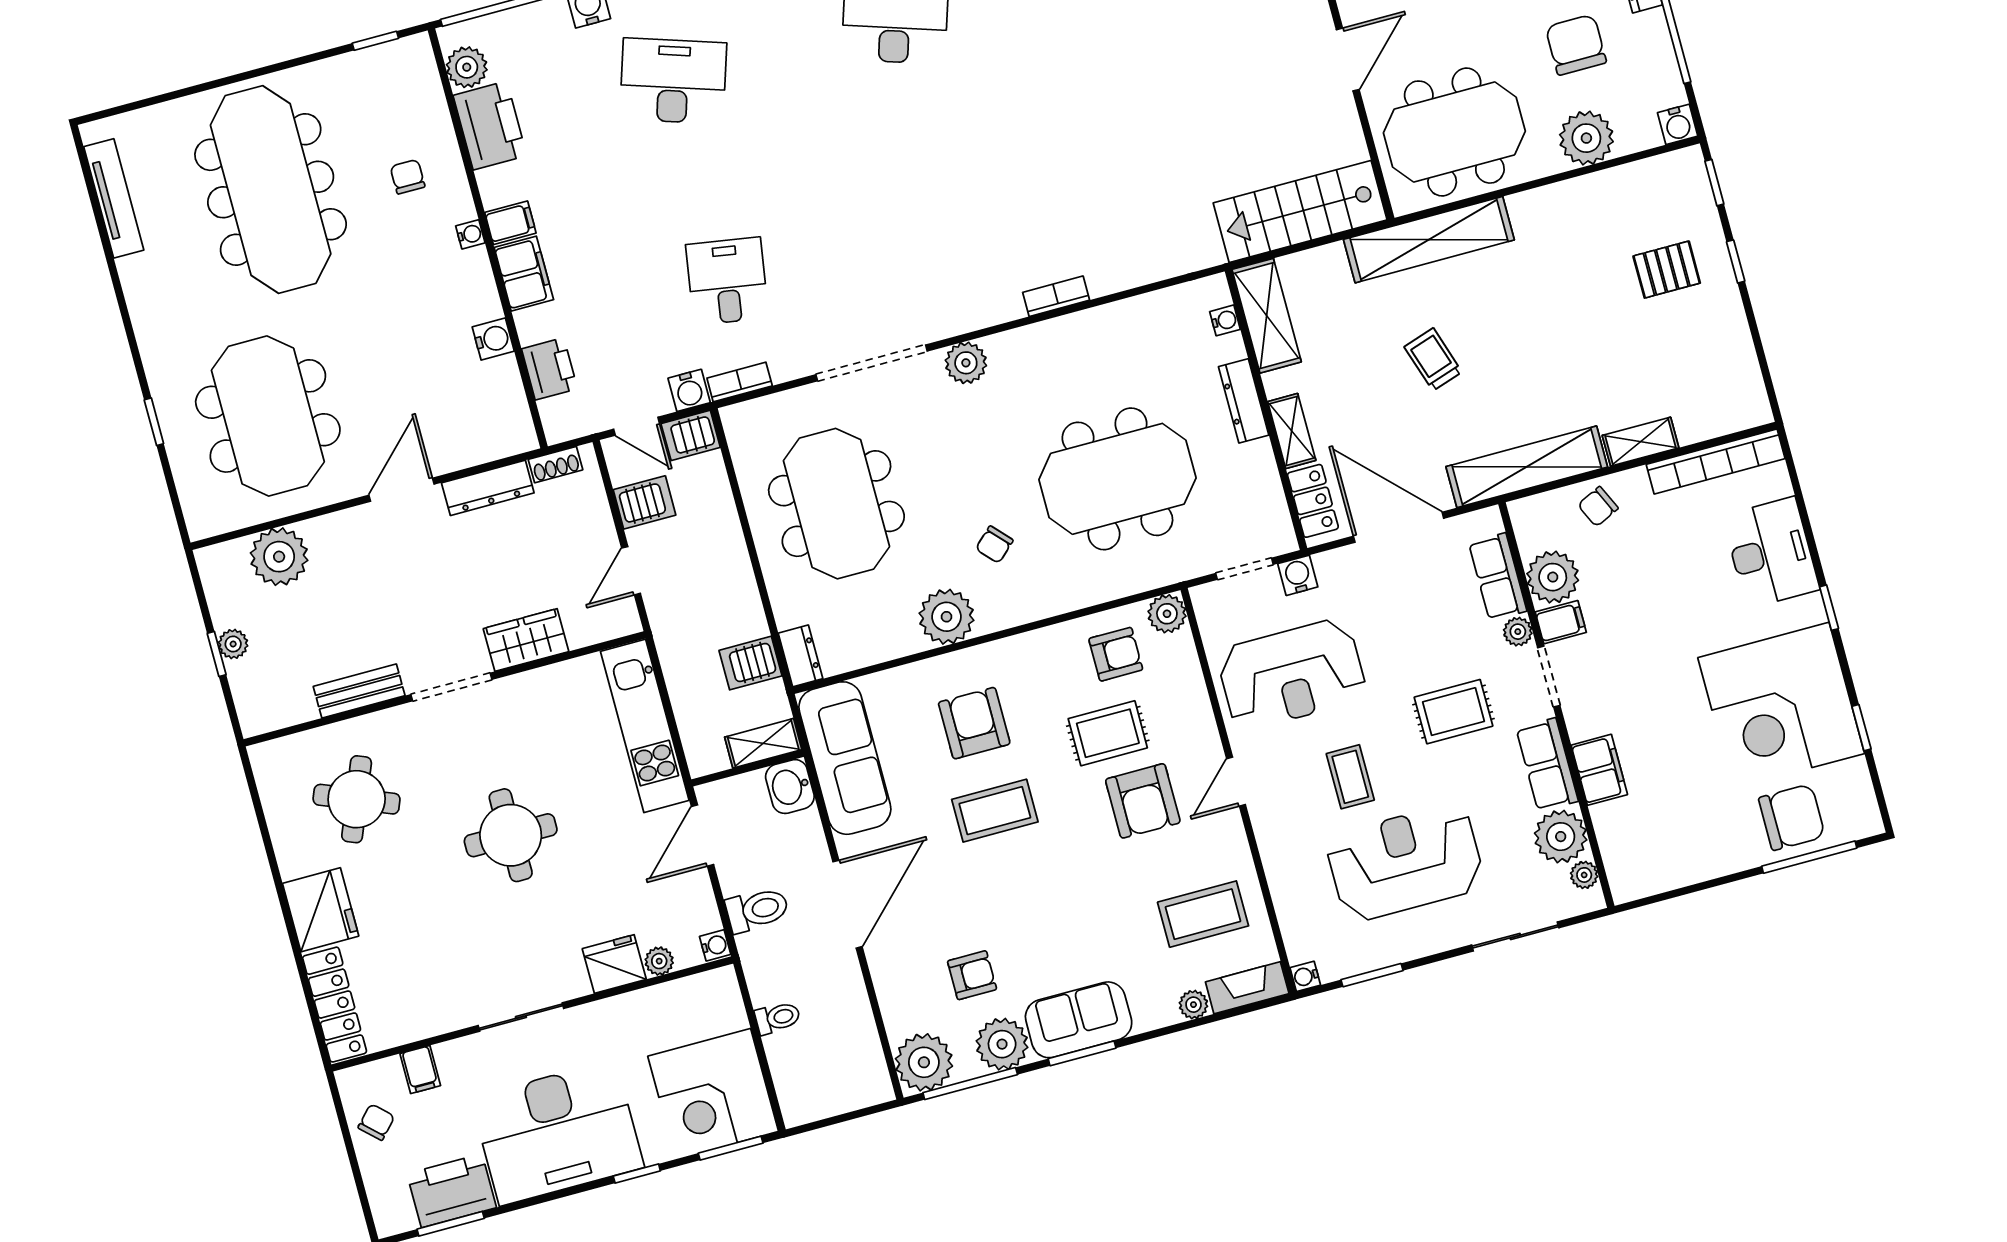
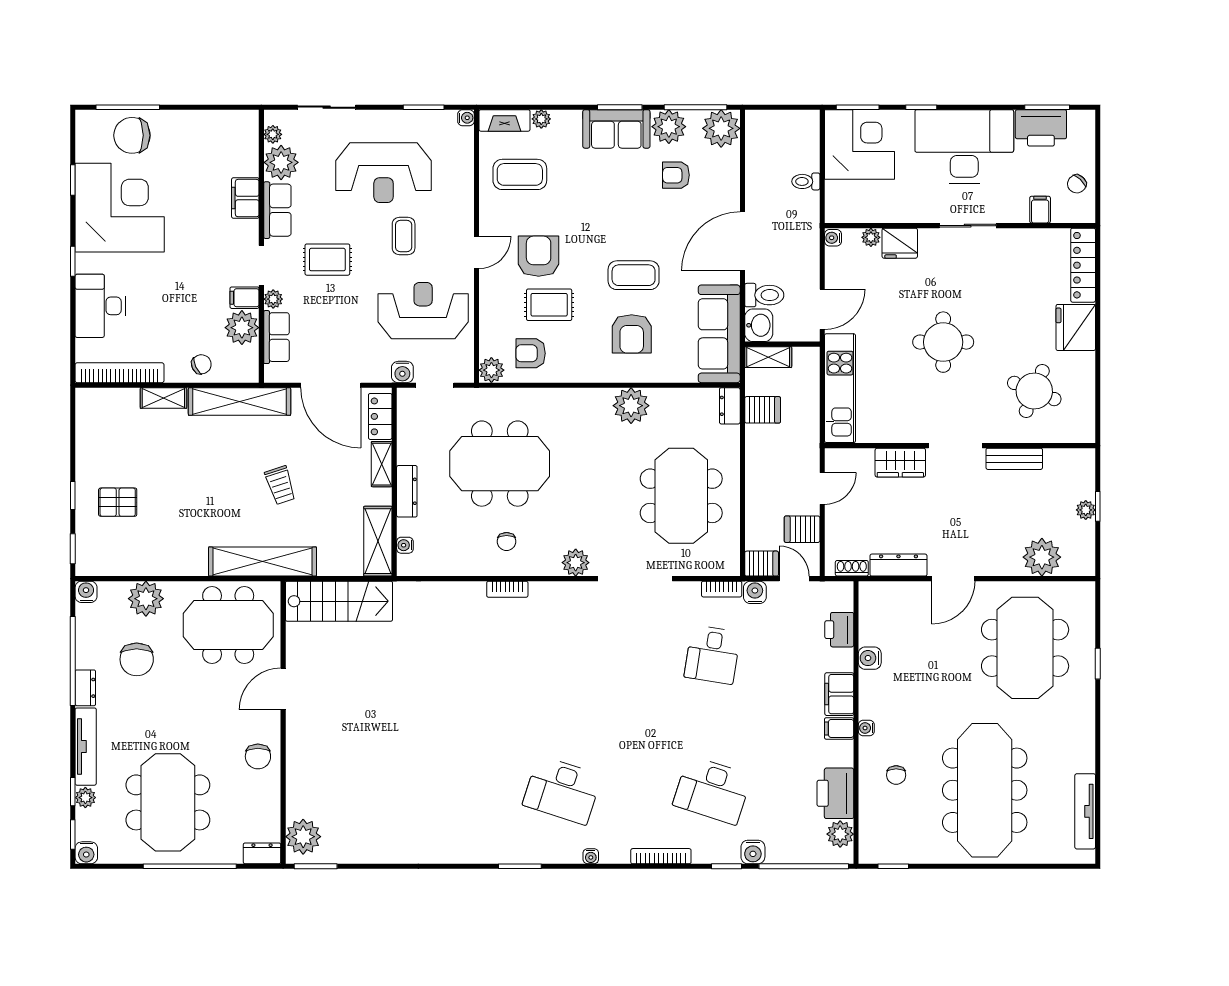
chair: (994, 545) -> (507, 542), moved, turned 133
toilet: (757, 910) -> (764, 295), moved, turned 180

